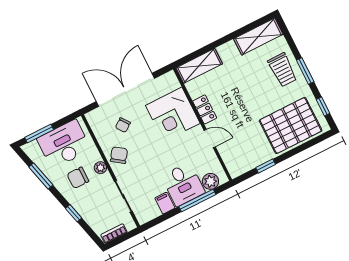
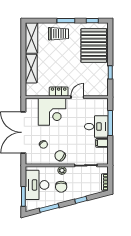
shelving: (199, 66) -> (31, 69), moved
plant: (210, 181) -> (103, 109), removed

